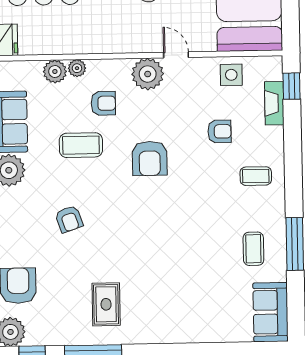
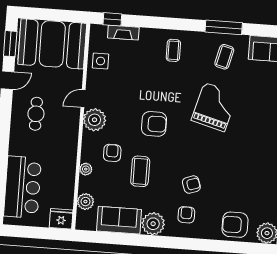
plant: (55, 72) -> (85, 202), moved
armchair: (219, 131) -> (186, 215), moved
grand piano: (181, 241) -> (214, 107), added
coffee table: (253, 249) -> (224, 57), turned -76
rug: (106, 304) -> (254, 164), removed

